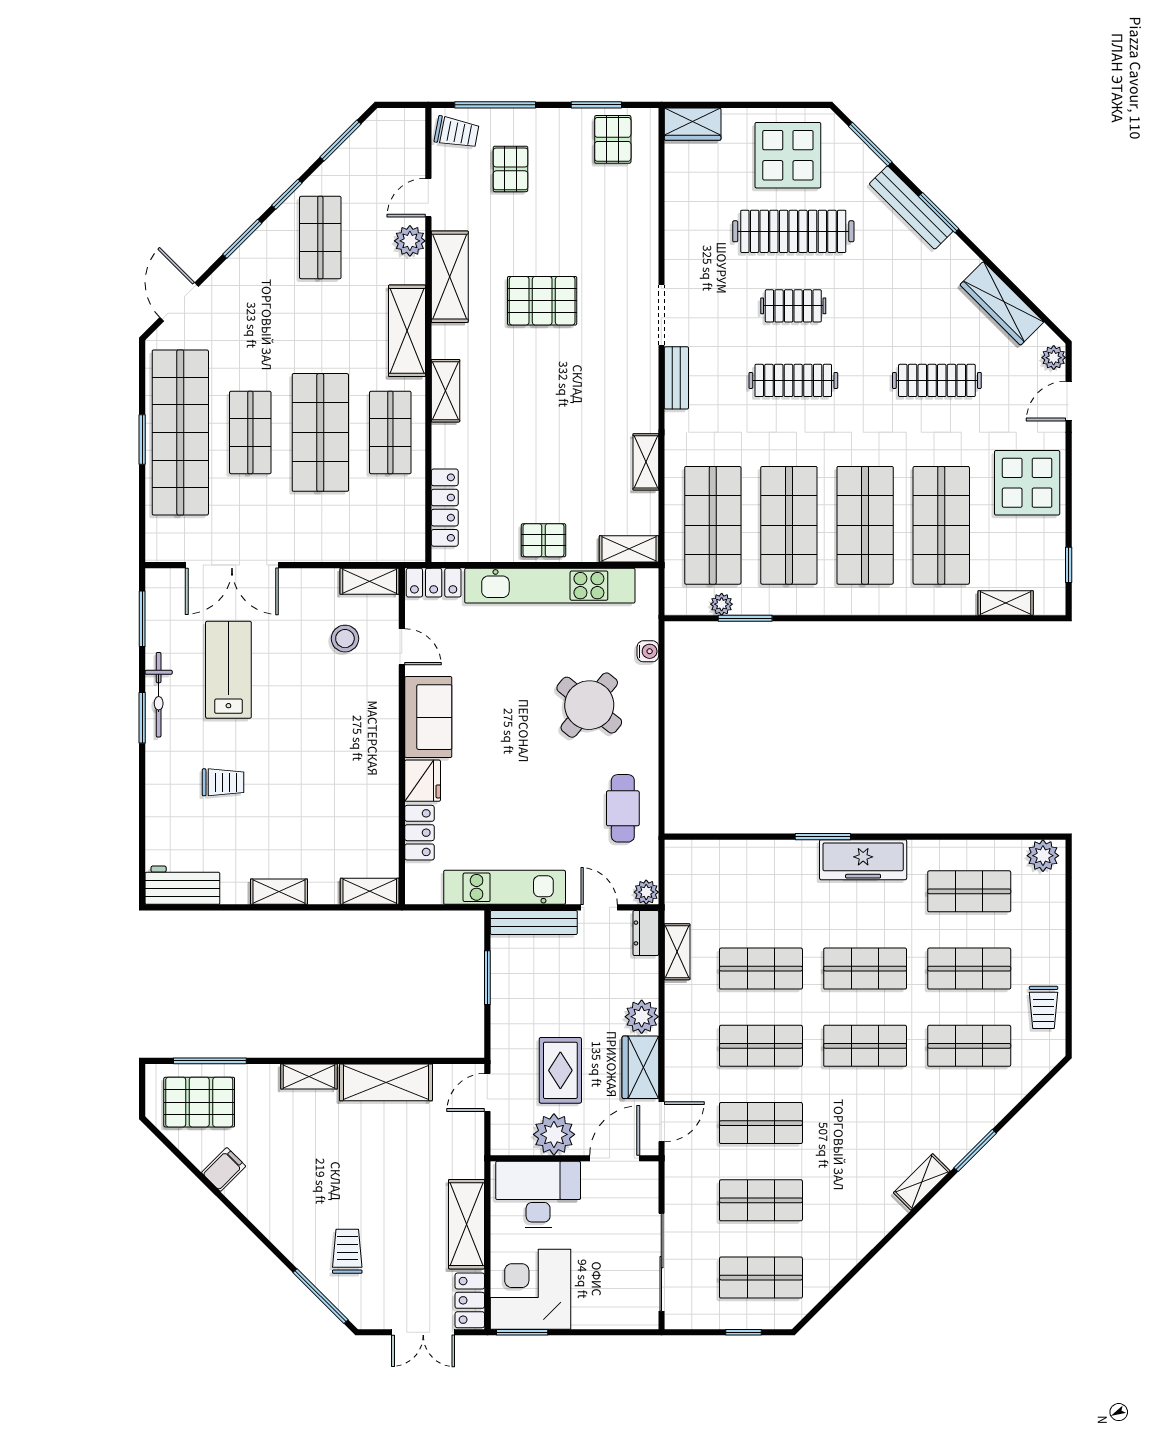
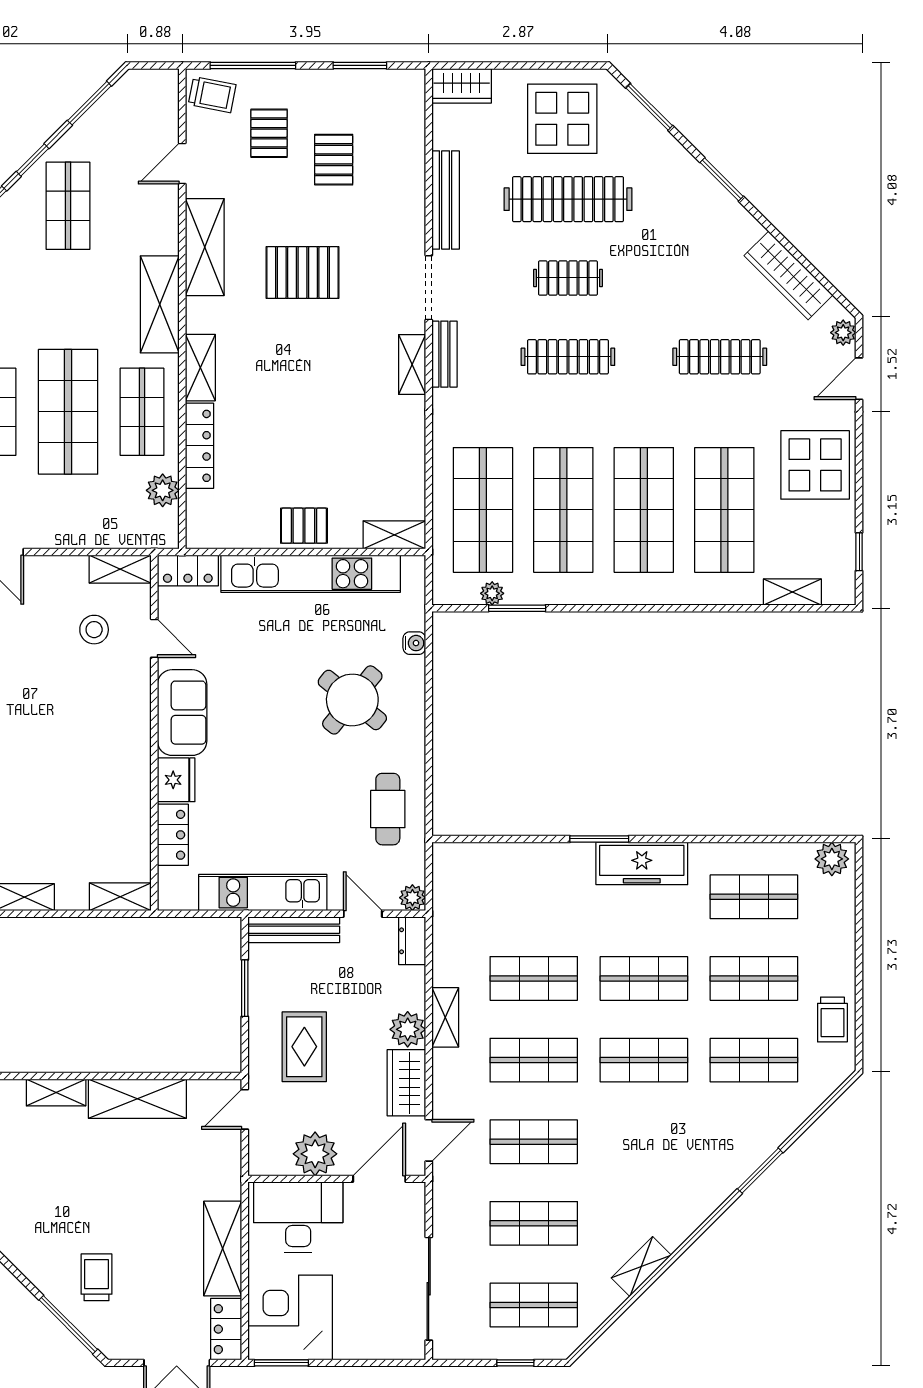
pallet: (613, 139) -> (334, 160), moved
bench: (911, 208) -> (446, 200), moved, turned 45
plant: (410, 241) -> (163, 490), moved
shelving: (646, 462) -> (412, 365), moved
locker: (445, 508) -> (200, 446), moved
shelving: (677, 952) -> (445, 1017), moved
rug: (560, 1070) -> (304, 1047), moved
shelving: (922, 1182) -> (641, 1267), moved

